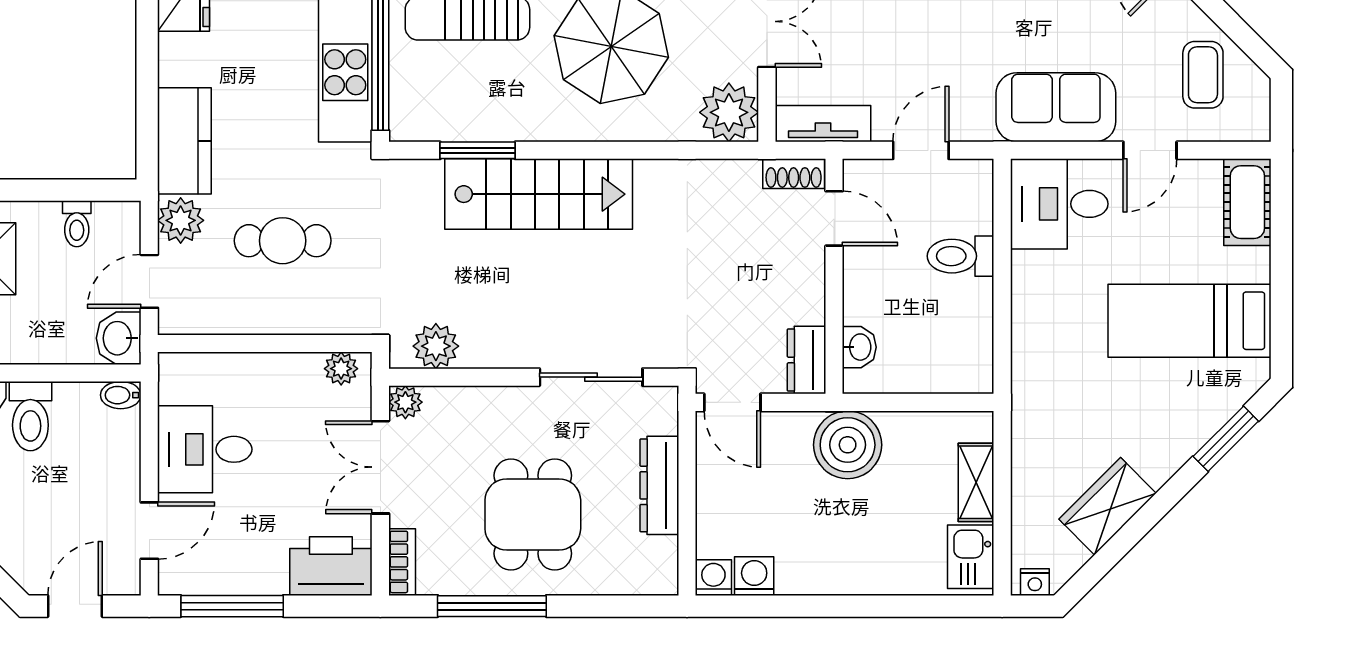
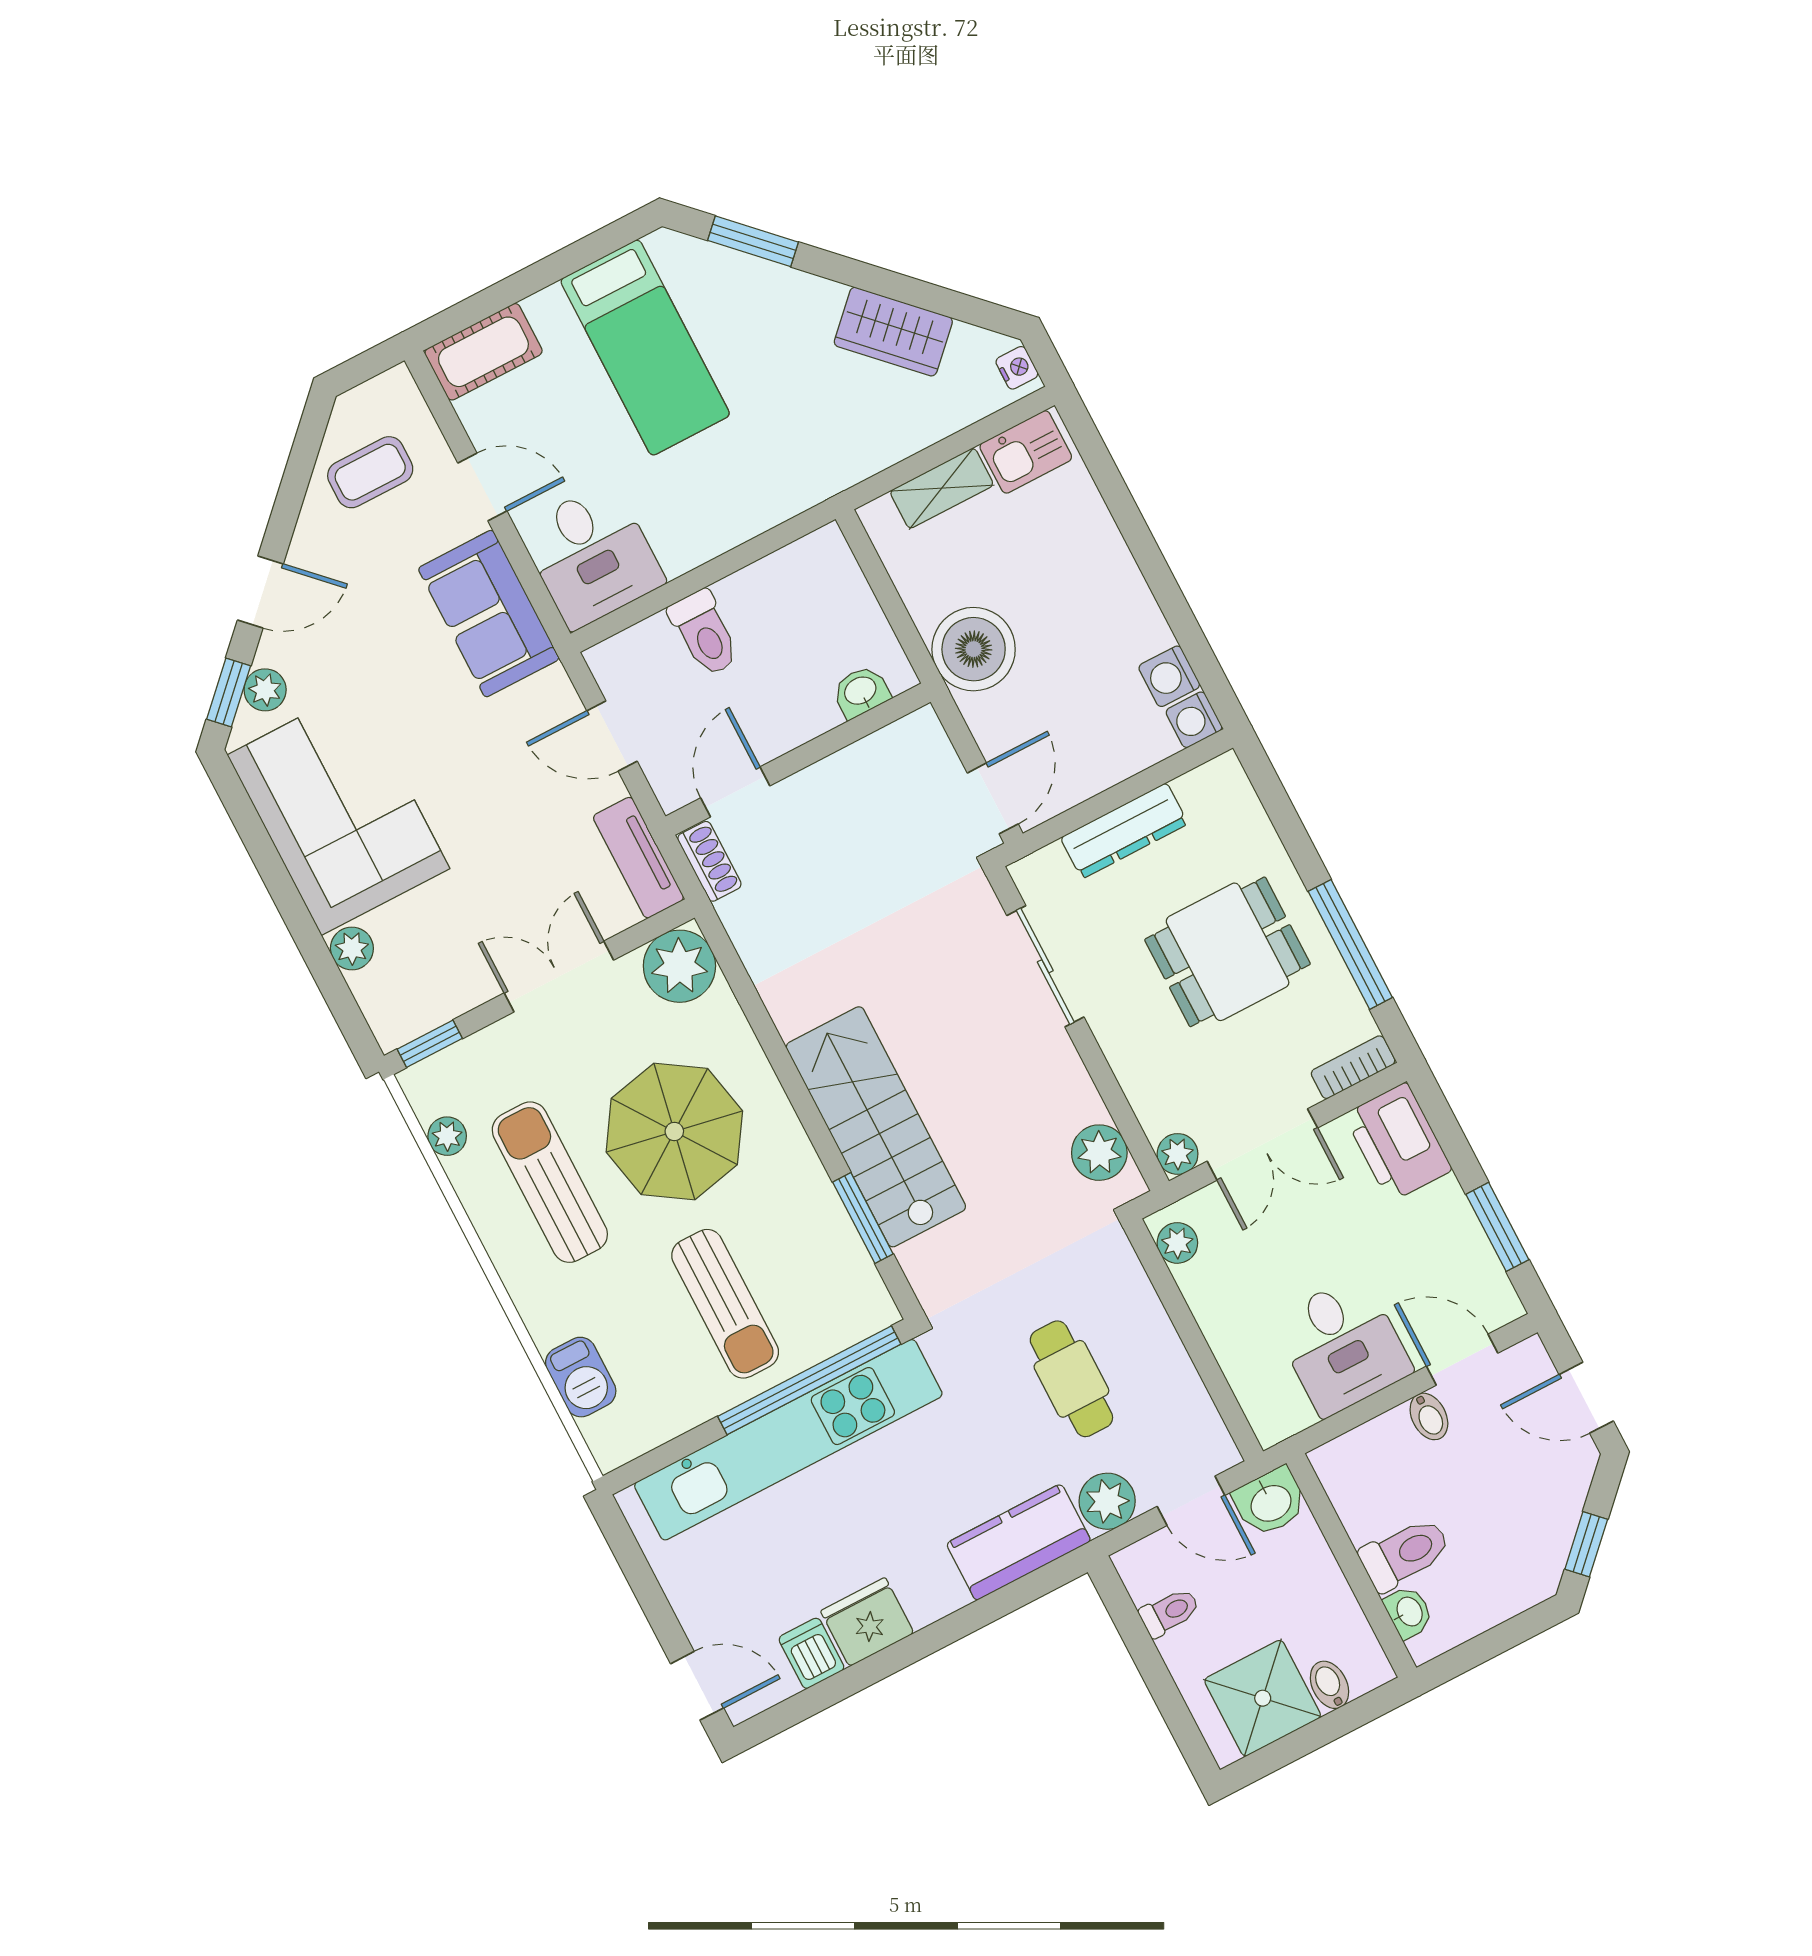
dresser: (807, 360) -> (905, 742), removed
bidet: (121, 395) -> (1429, 1416), moved
window: (232, 606) -> (1497, 1227), width x0.69

